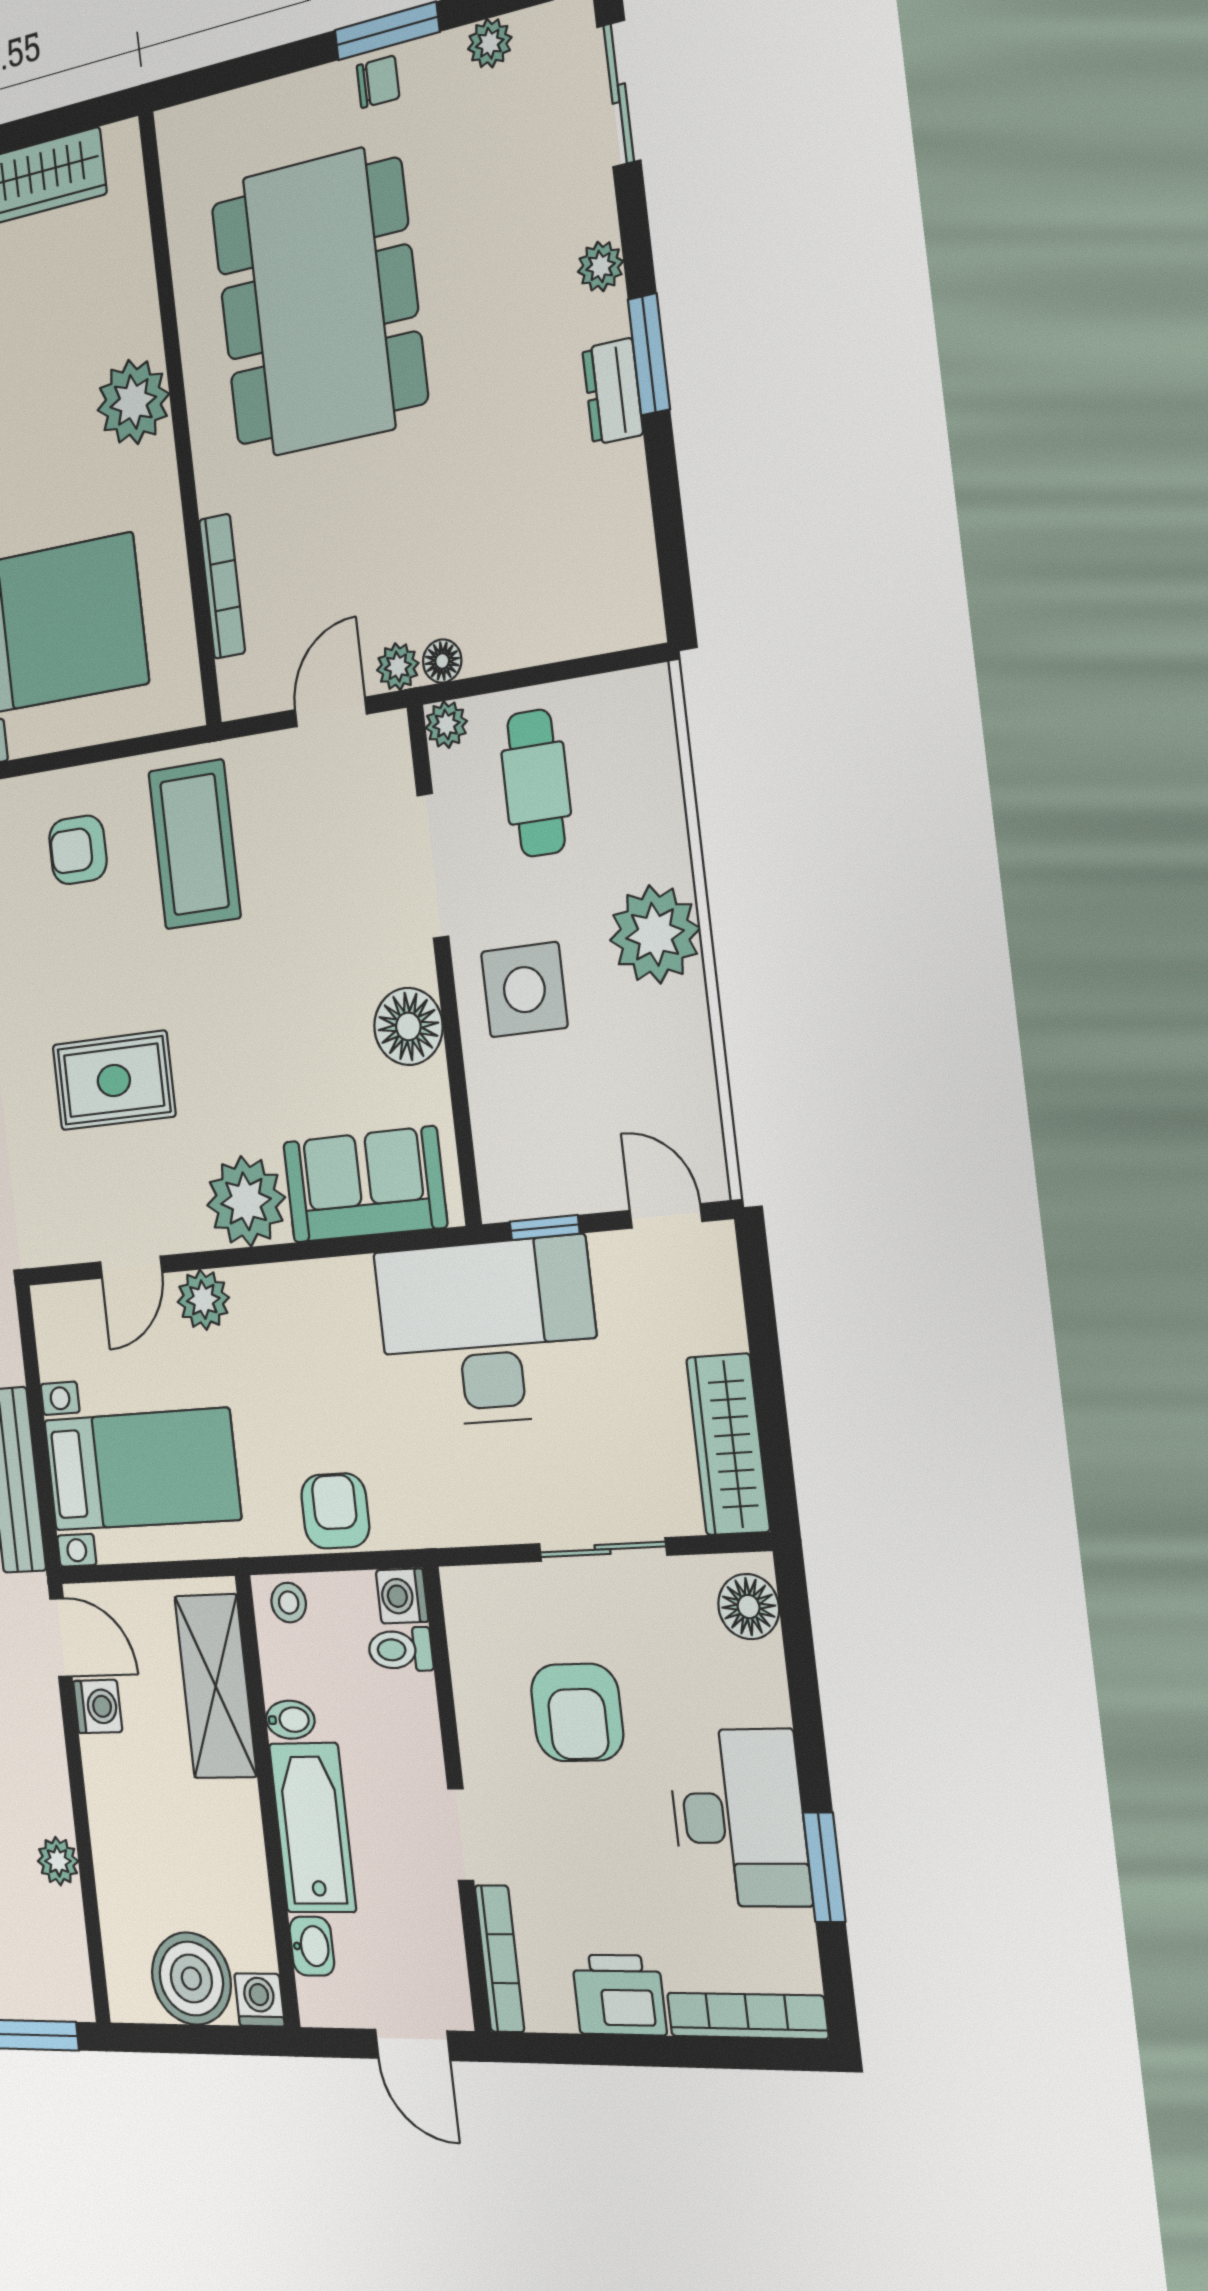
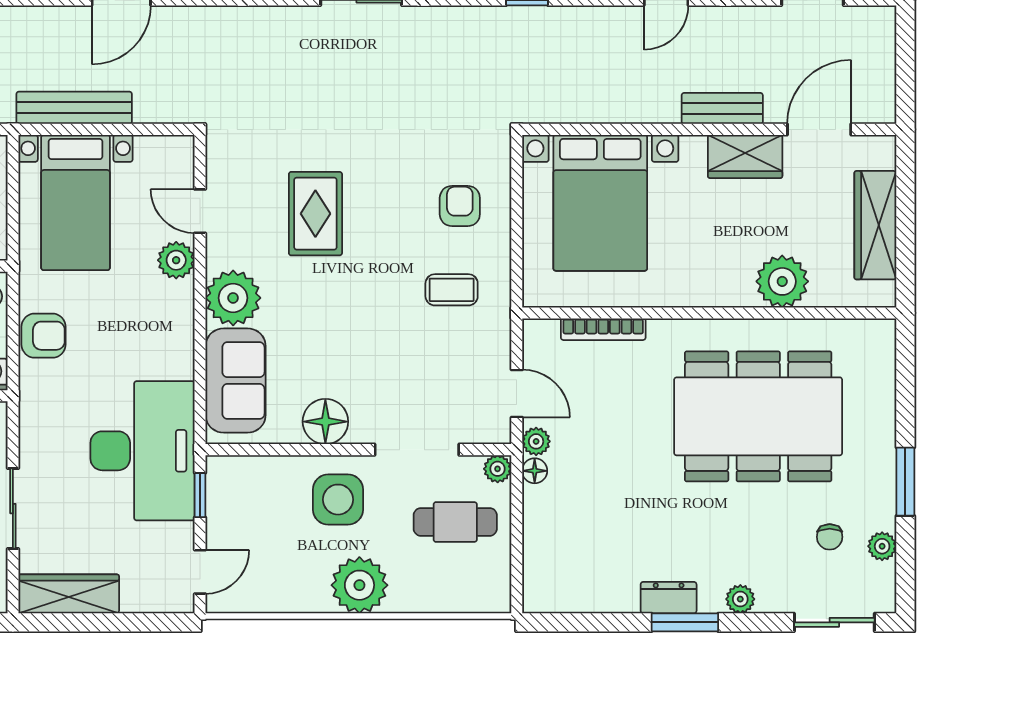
chair: (378, 82) -> (830, 537), moved
plant: (133, 402) -> (782, 281), moved
coffee table: (195, 844) -> (452, 290), width x0.54, depth x0.58

